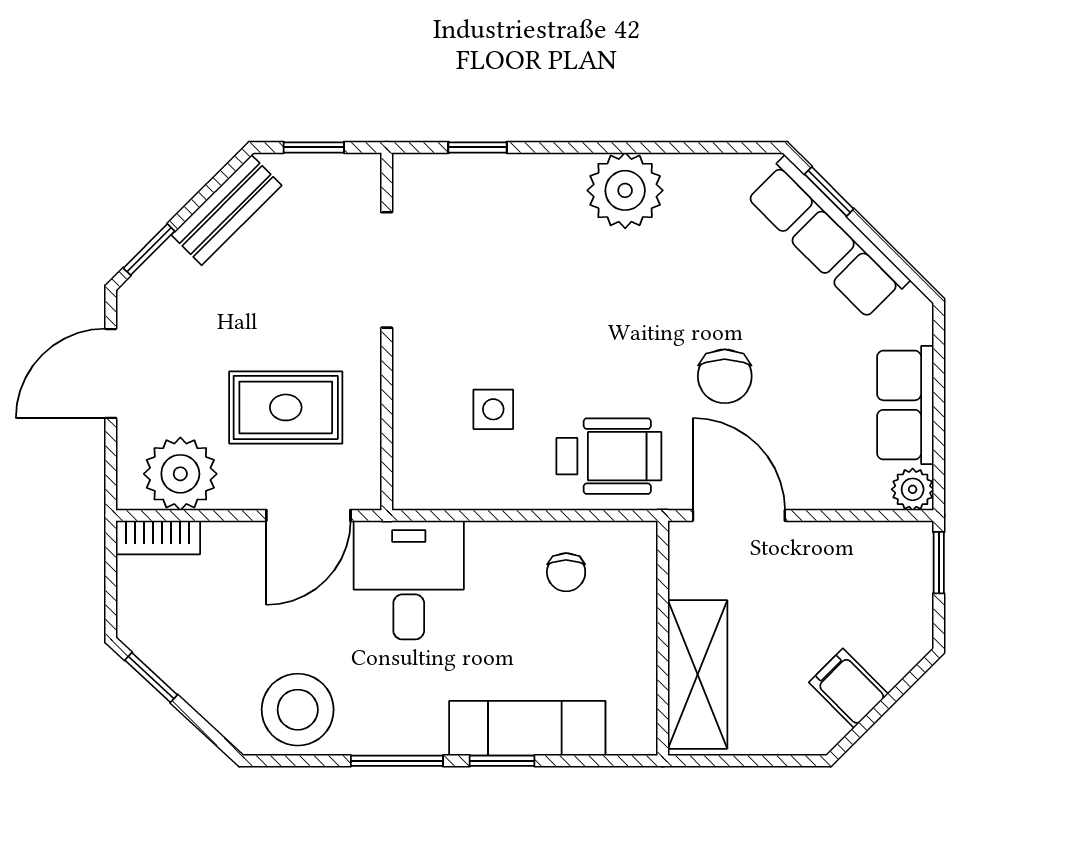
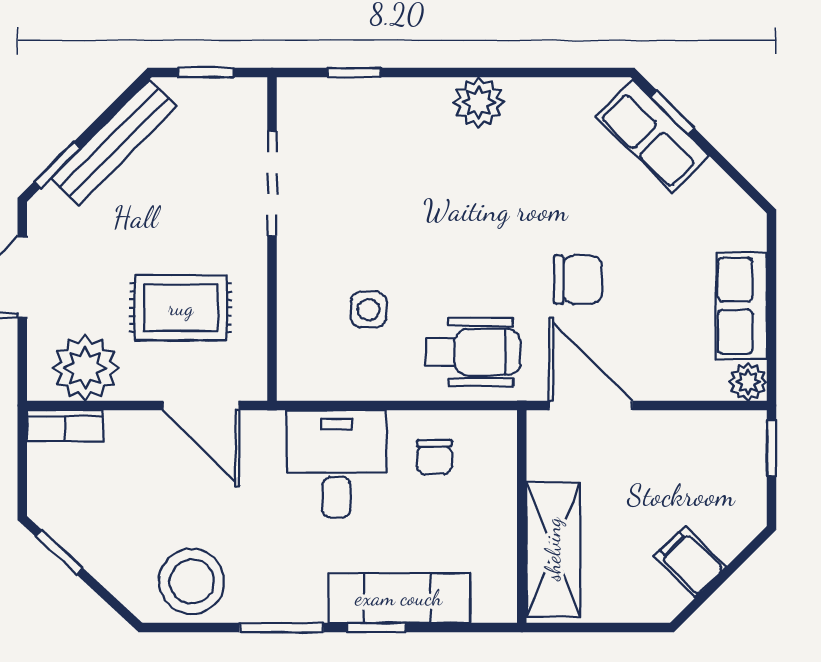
plant: (625, 190) -> (479, 102), width x0.73, depth x0.73
bench: (226, 210) -> (114, 142), width x1.36
row of seats: (828, 238) -> (653, 136), width x0.68
chair: (725, 376) -> (578, 280), turned -90
door: (308, 515) -> (201, 406), hinge flipped
desk: (409, 580) -> (336, 464), moved

